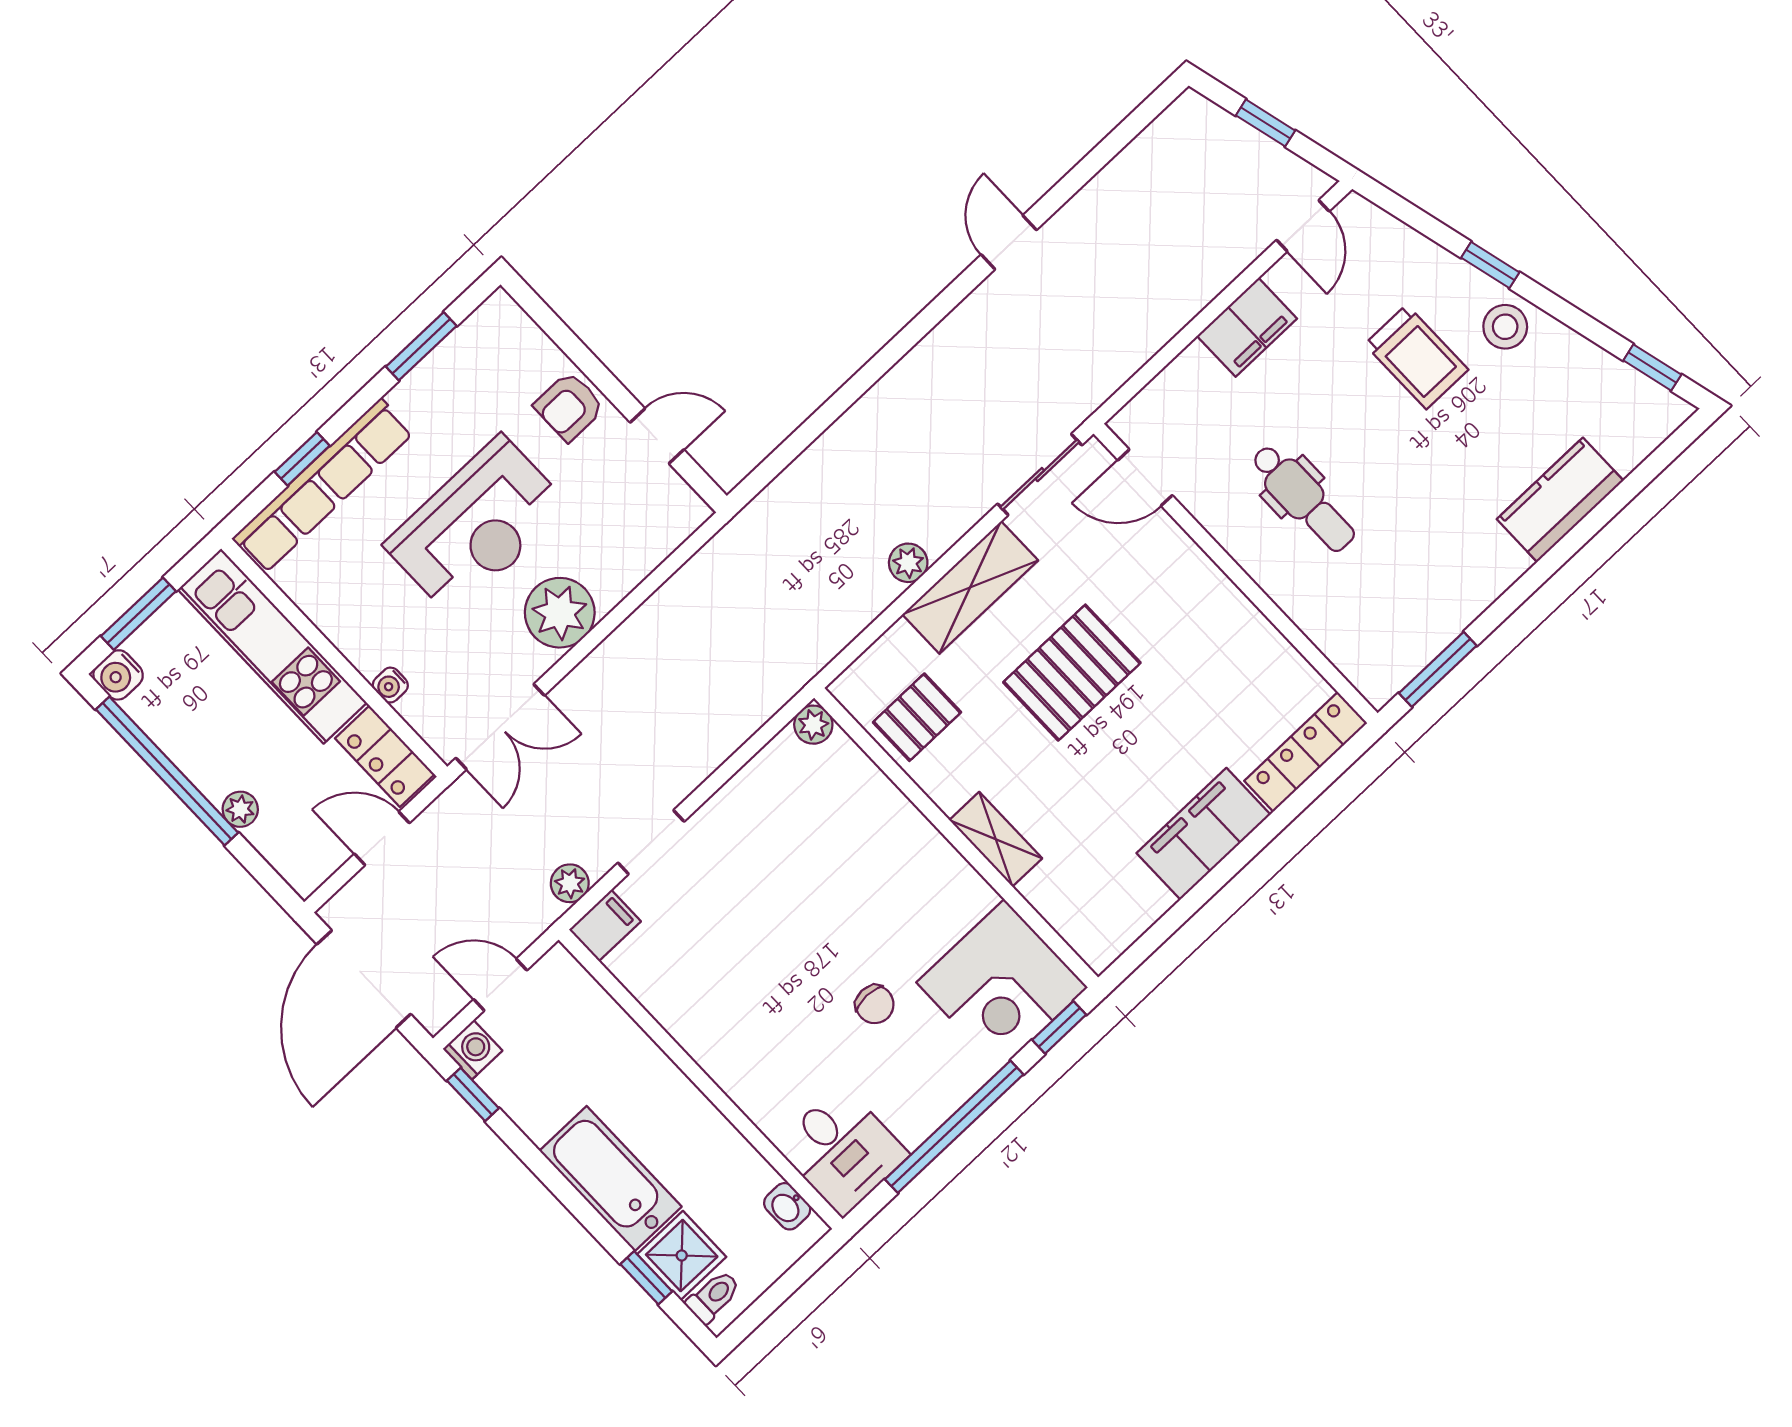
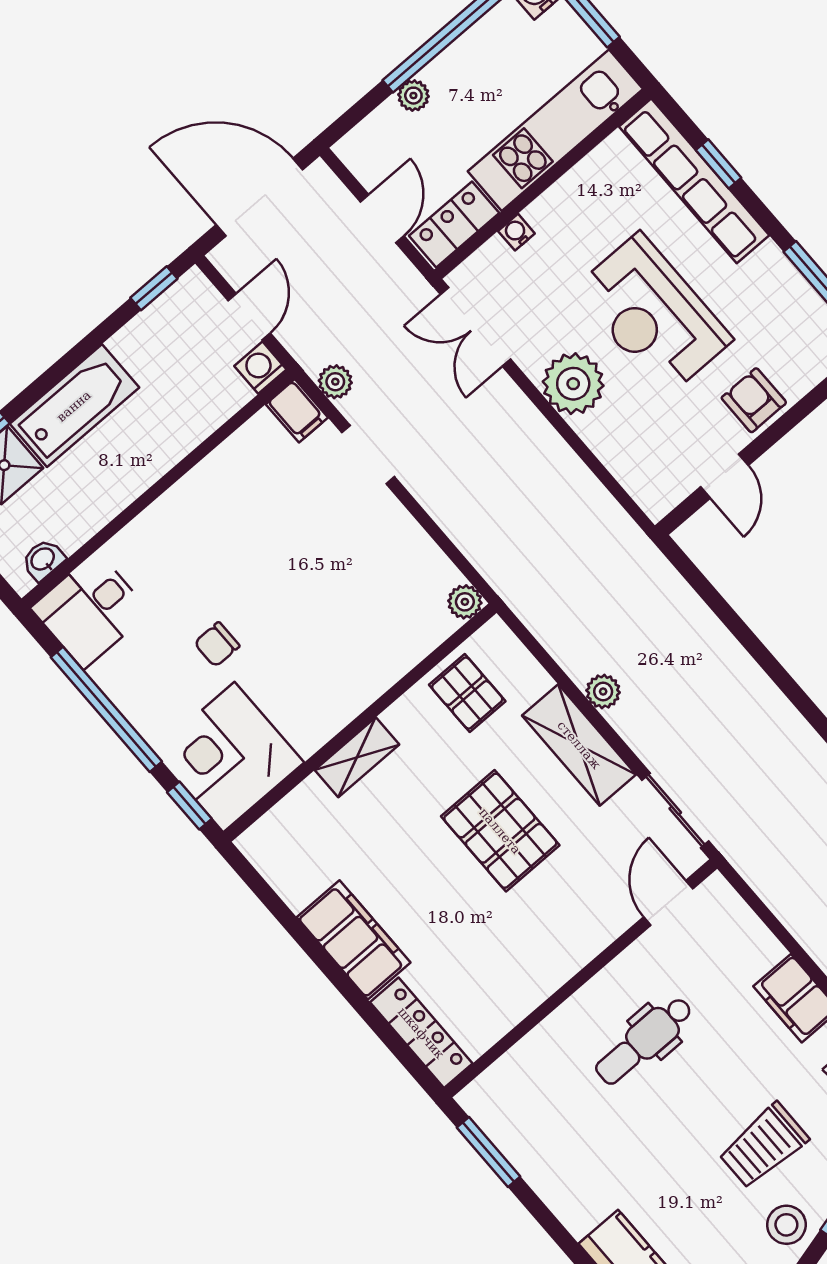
washing machine: (473, 1050) -> (260, 368), moved, turned 180

